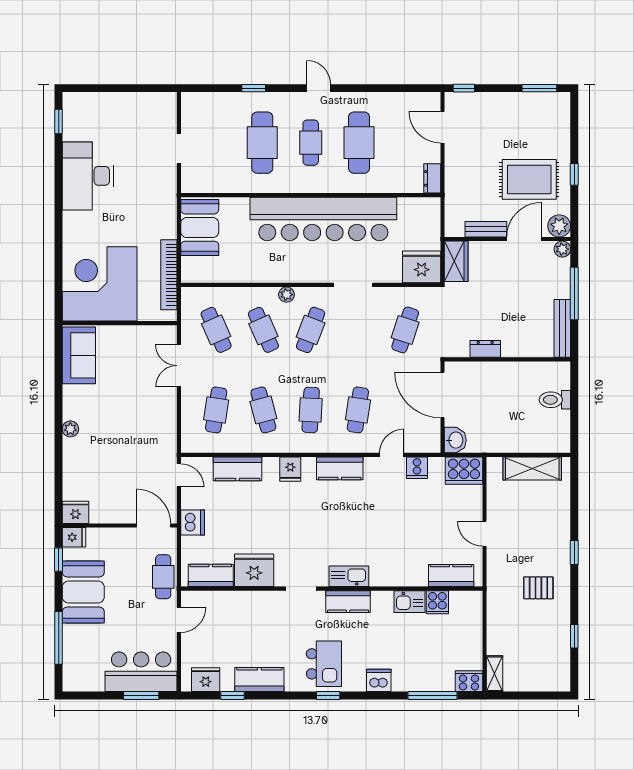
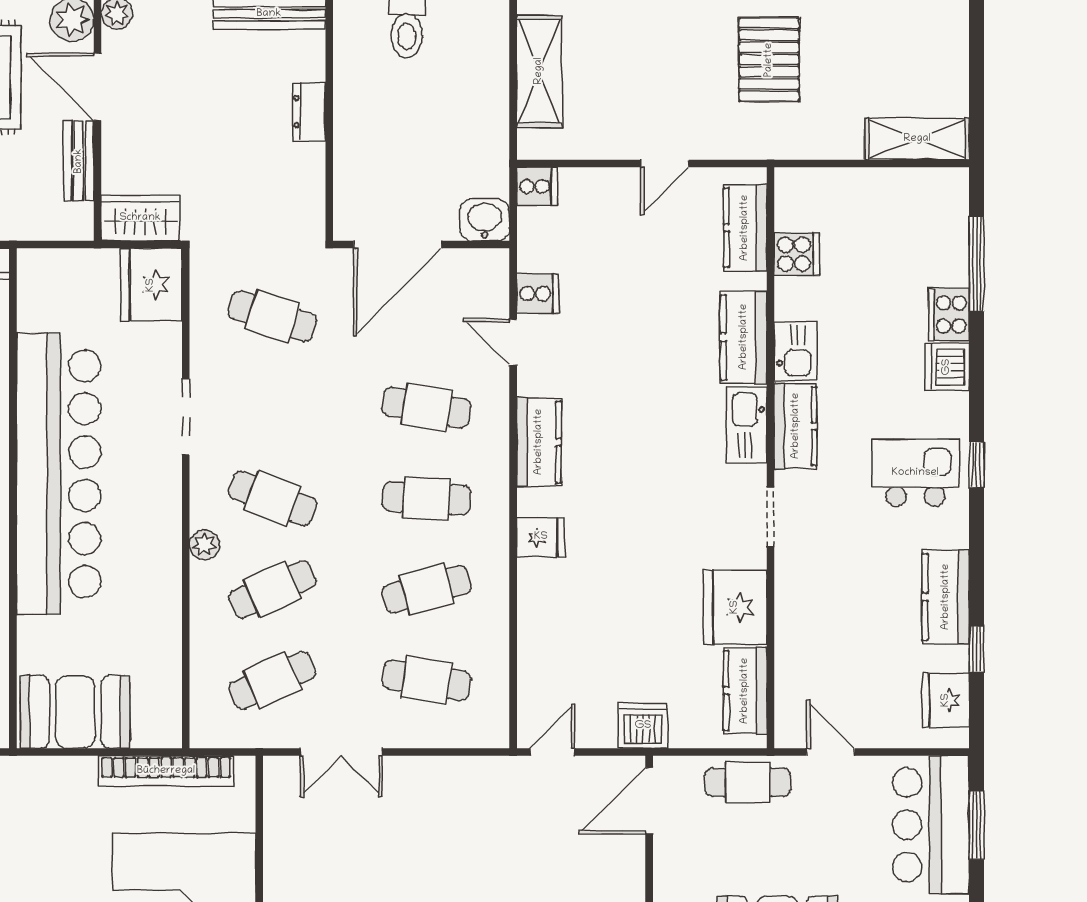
dresser: (485, 349) -> (309, 112), moved
kitchen counter: (237, 469) -> (744, 337), moved, turned 180
cooker: (464, 471) -> (537, 186), width x0.53, depth x0.76
pallet: (538, 588) -> (769, 60), width x1.50, depth x1.42
kitchen sink: (409, 602) -> (796, 351), moved
shelving: (494, 674) -> (917, 139), width x1.50, depth x1.33
cooker: (469, 681) -> (949, 315), moved

